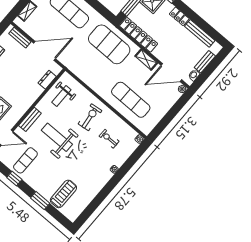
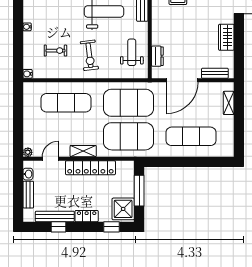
window: (203, 25) -> (58, 227), added
locker: (139, 35) -> (90, 168), moved
exercise mat: (91, 66) -> (129, 103), added
door: (171, 73) -> (50, 159), width x0.53

